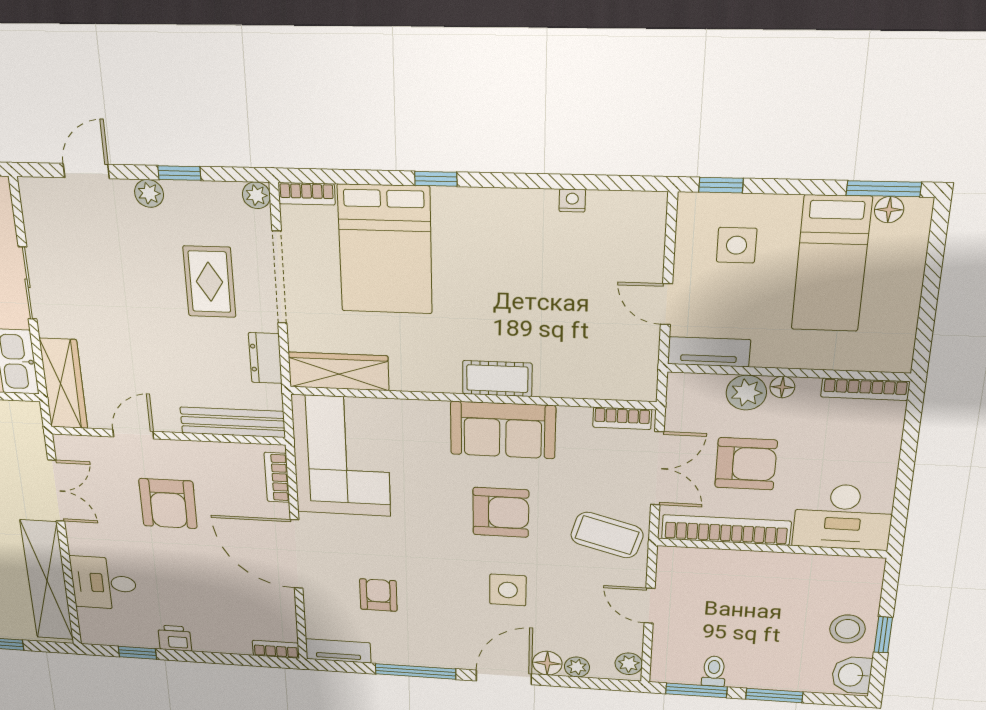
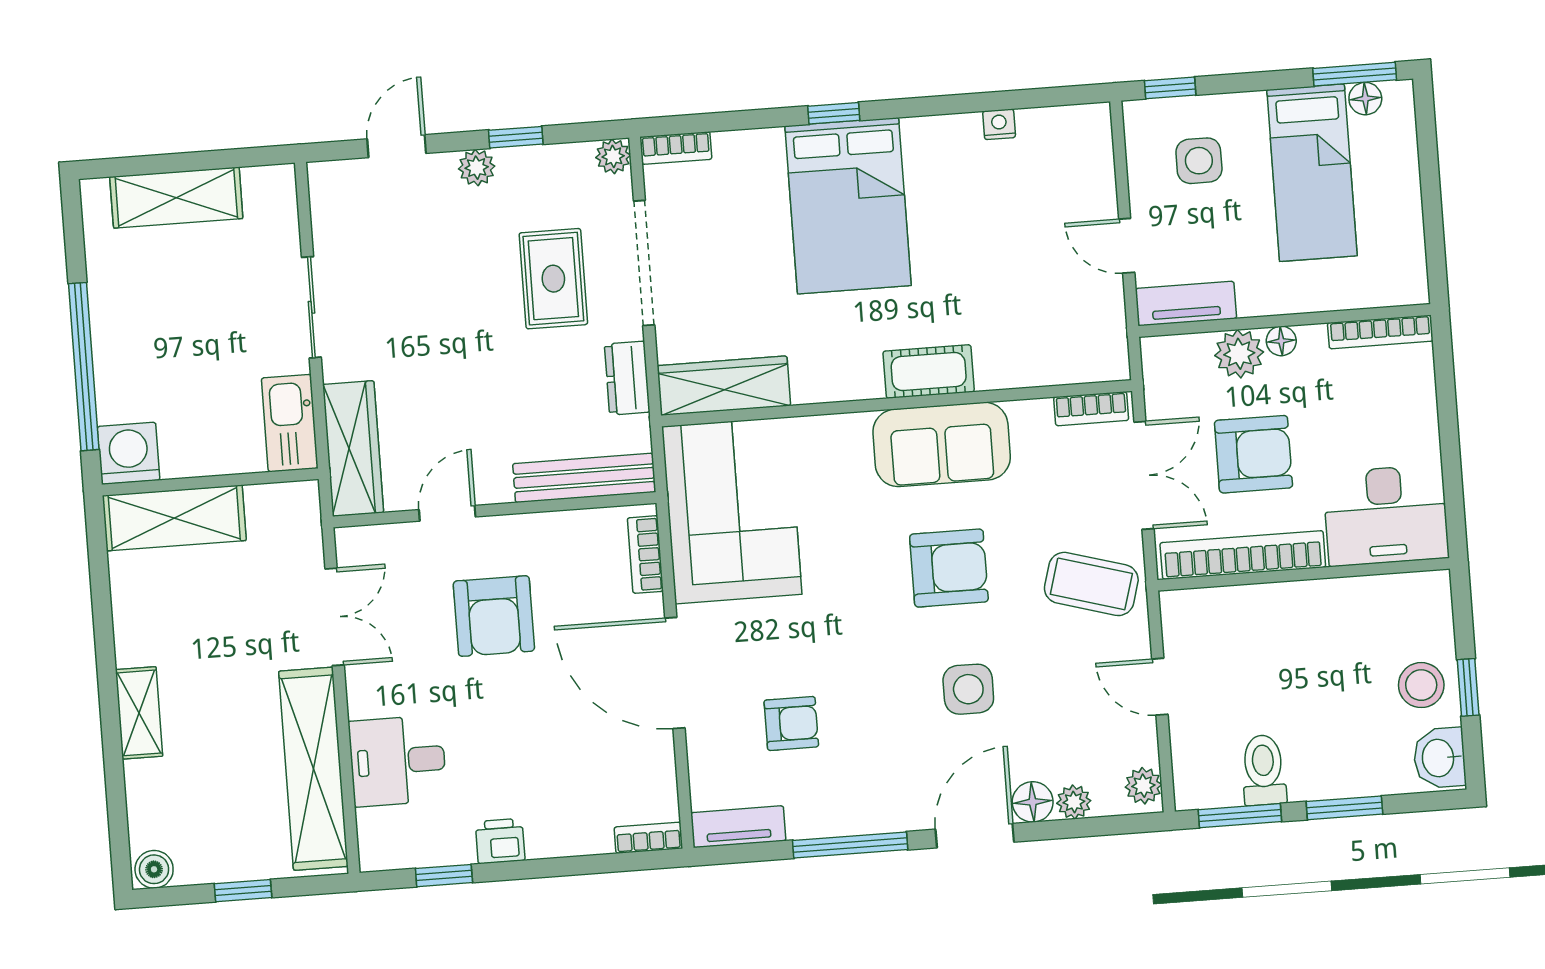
bed: (385, 250) -> (848, 206), moved
armchair: (378, 595) -> (791, 723), turned 90
toilet: (714, 671) -> (1264, 770), width x1.37, depth x1.39

